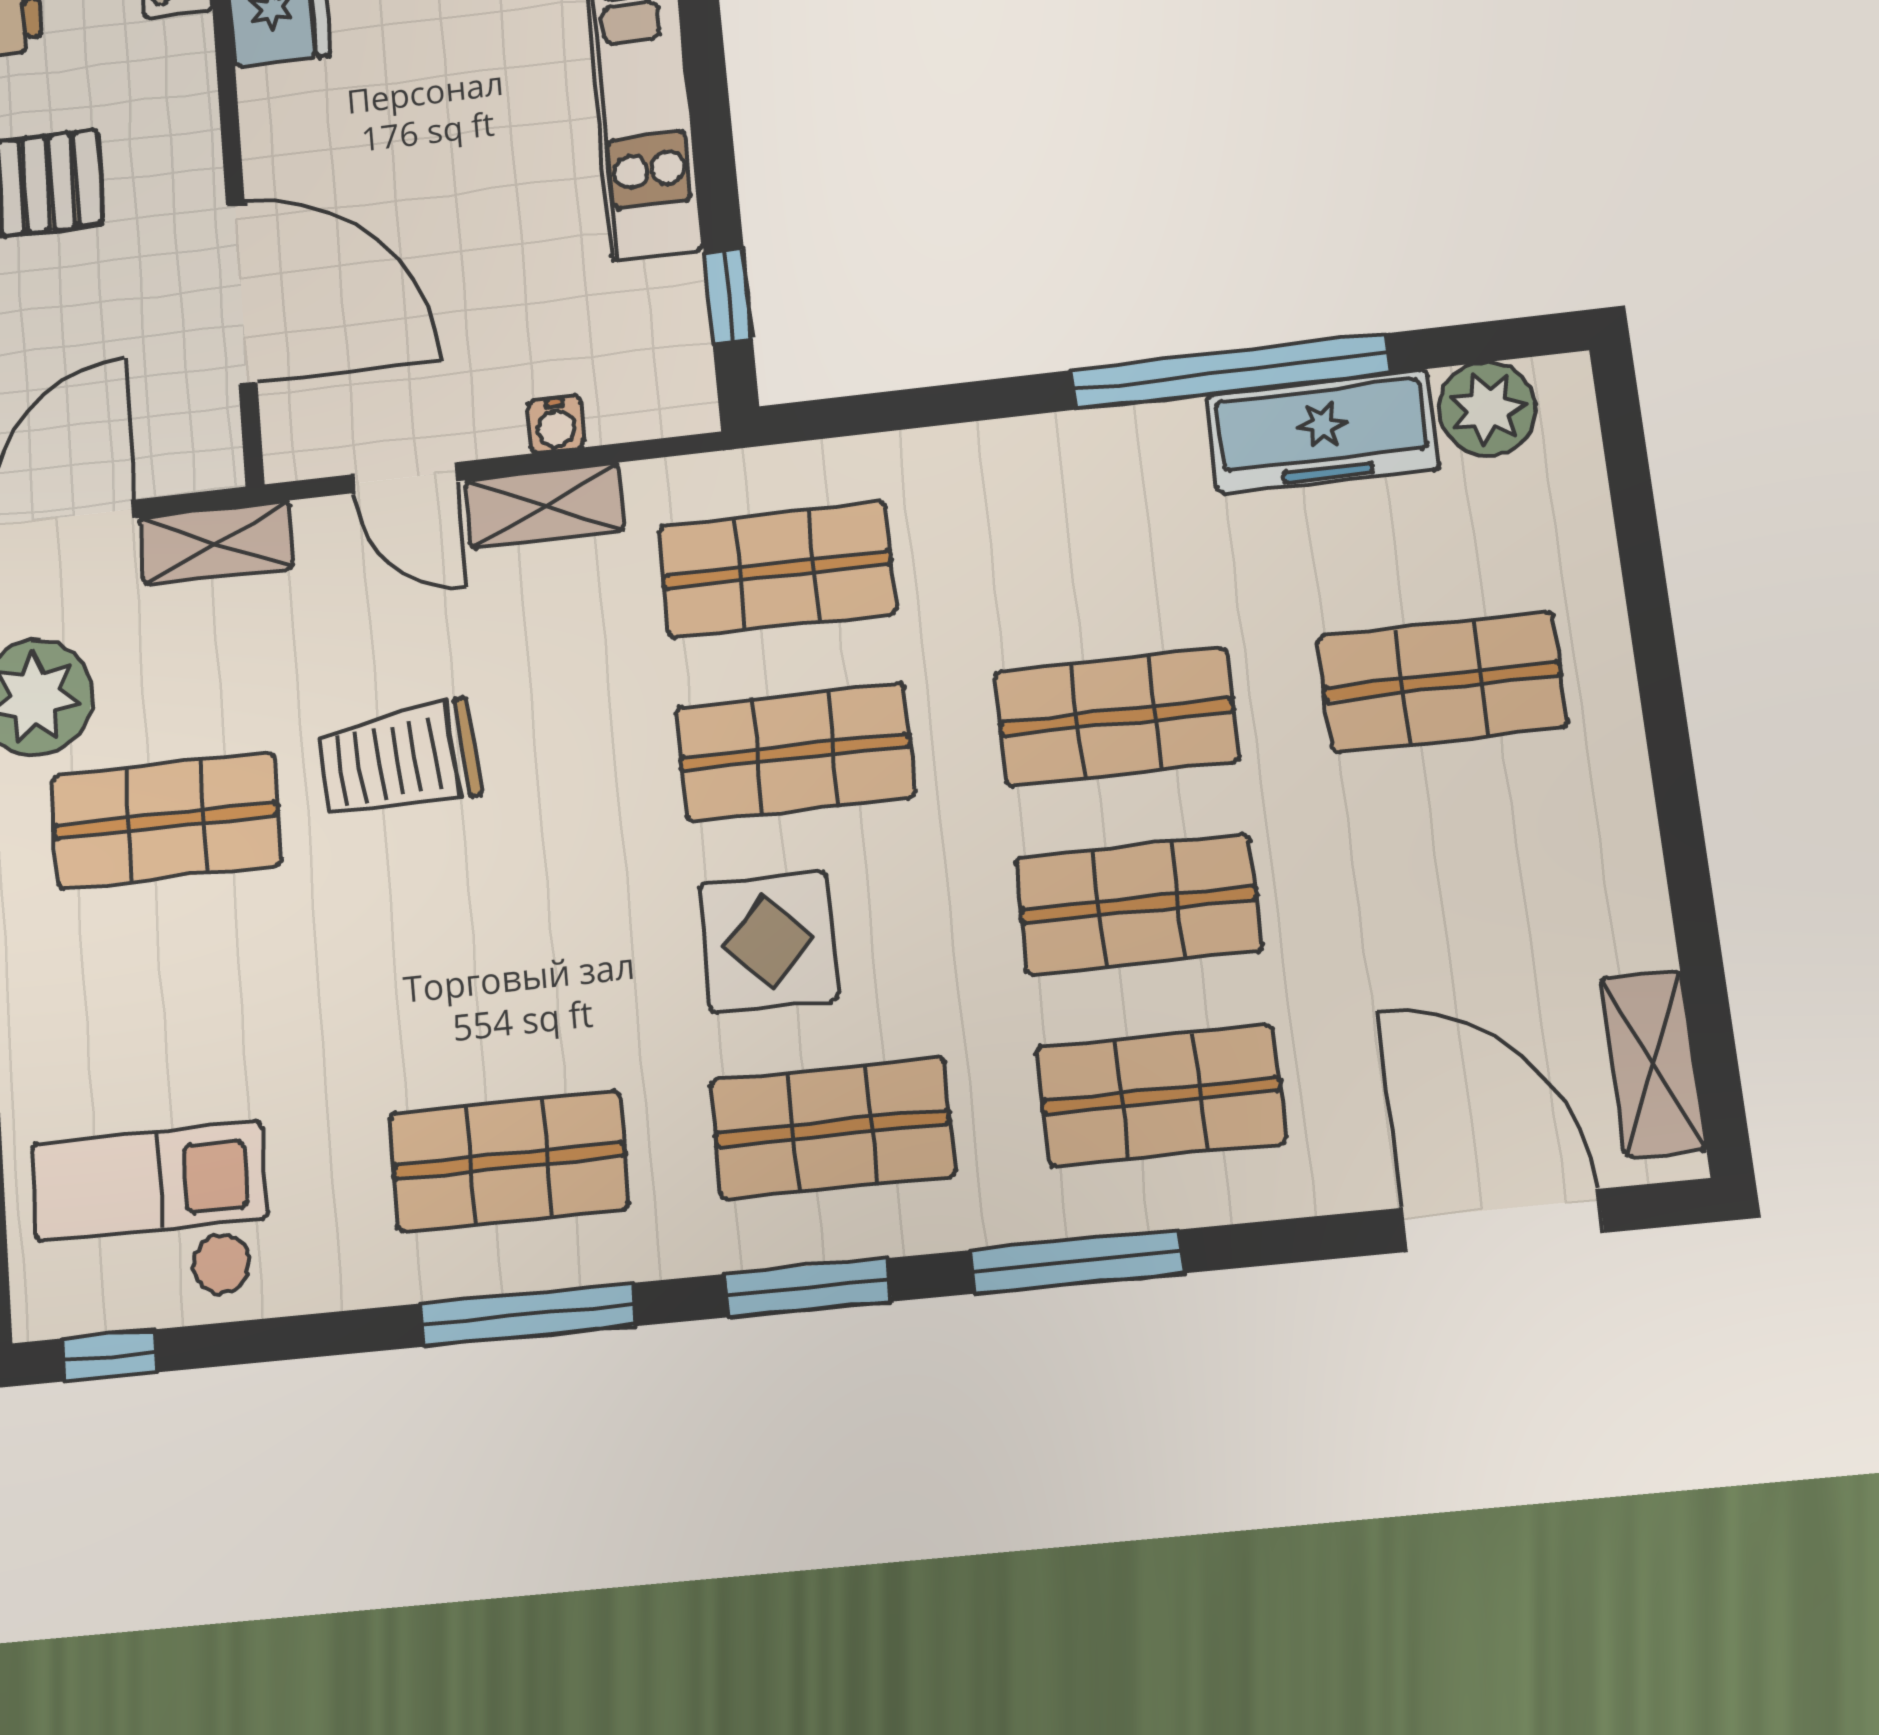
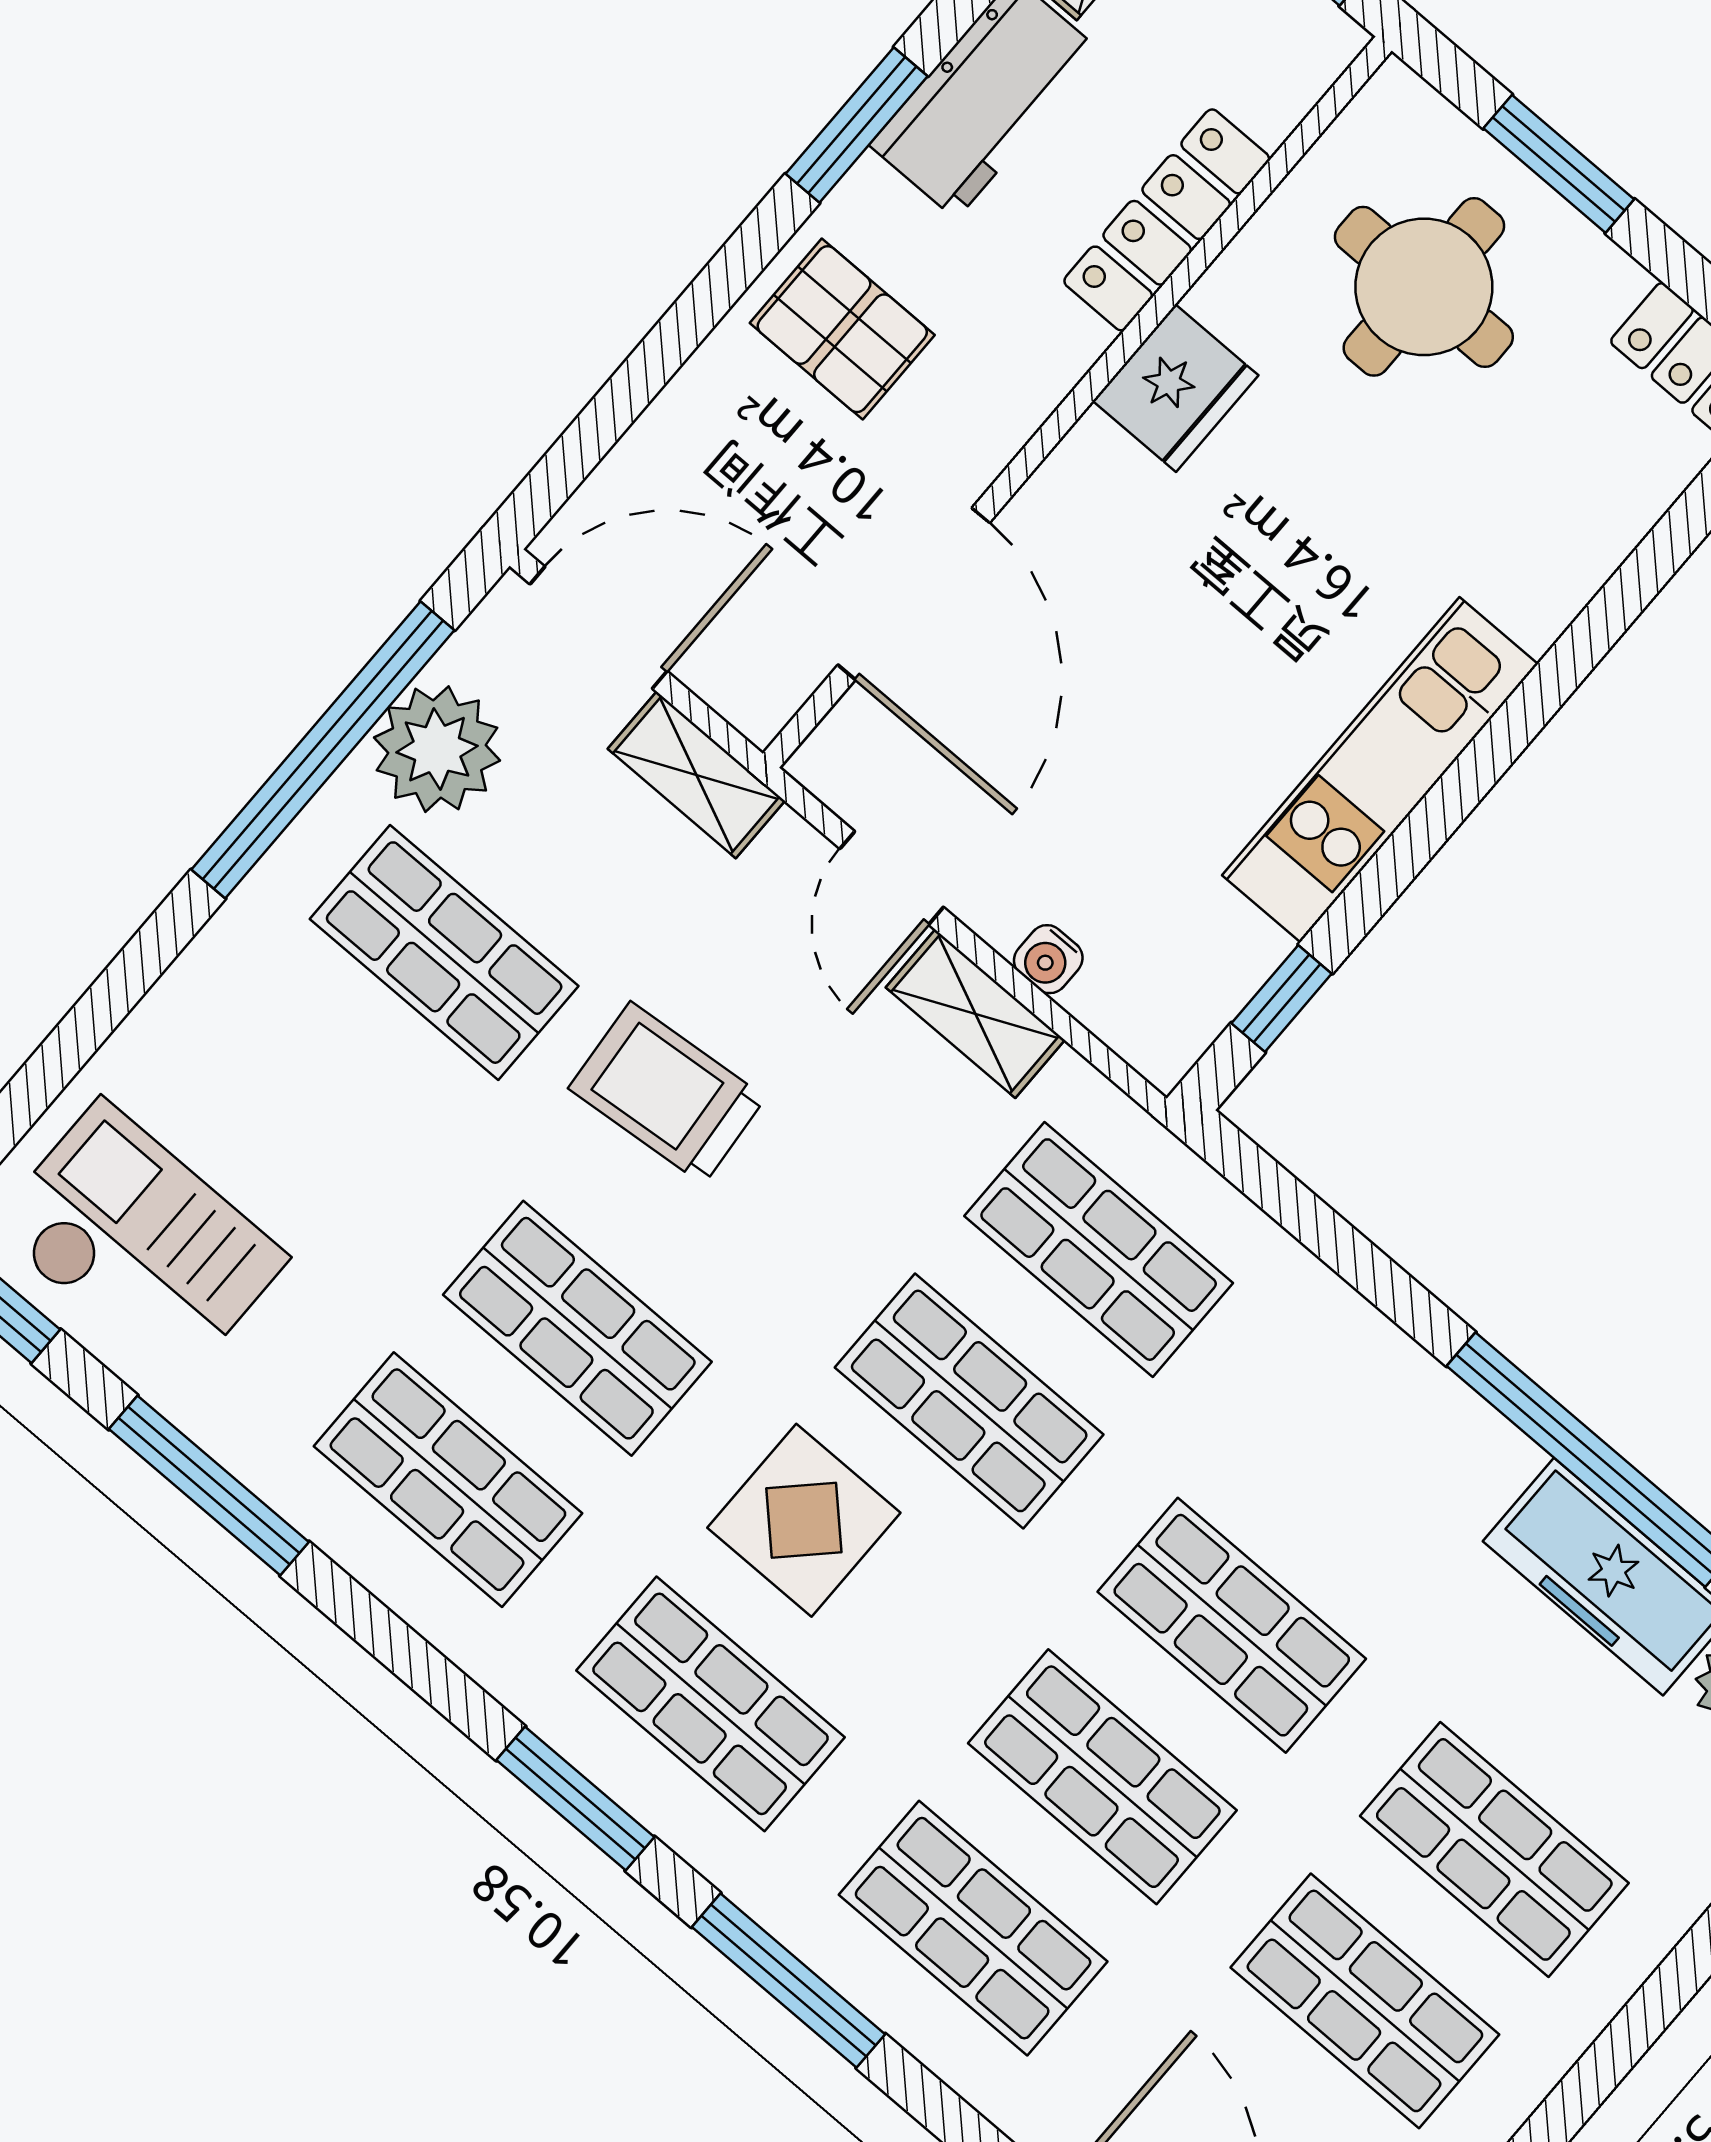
shop shelf: (1468, 870) -> (1365, 2001), added
shop shelf: (493, 972) -> (577, 1328), added
window: (529, 1315) -> (209, 1486), moved

